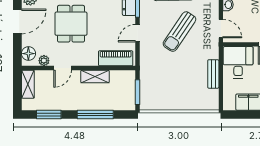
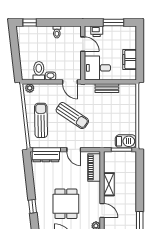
dining table: (71, 24) -> (66, 204), turned 90
door: (221, 29) -> (70, 82), swing flipped
barbecue: (148, 97) -> (126, 141), added
window: (95, 115) -> (140, 184), removed

